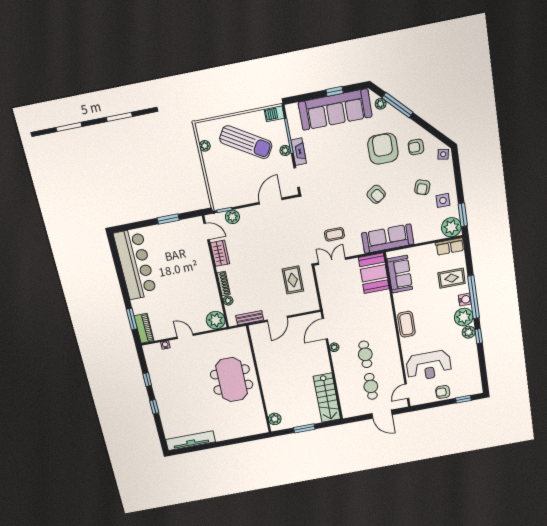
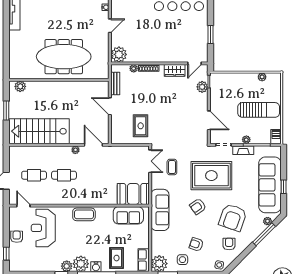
sun lounger: (246, 142) -> (259, 110), turned -121
armchair: (383, 149) -> (233, 218), turned 109
rug: (336, 185) -> (211, 176), added
rug: (293, 280) -> (141, 126), turned 90
meeting table: (232, 380) -> (64, 57), width x1.36
stairs: (327, 398) -> (39, 131), width x1.36, depth x1.51

